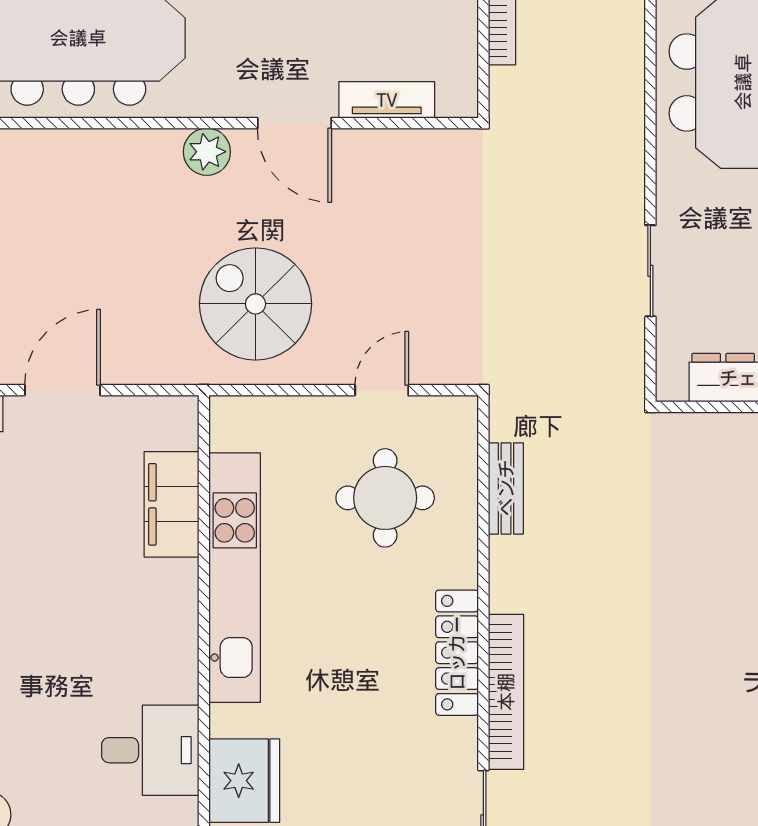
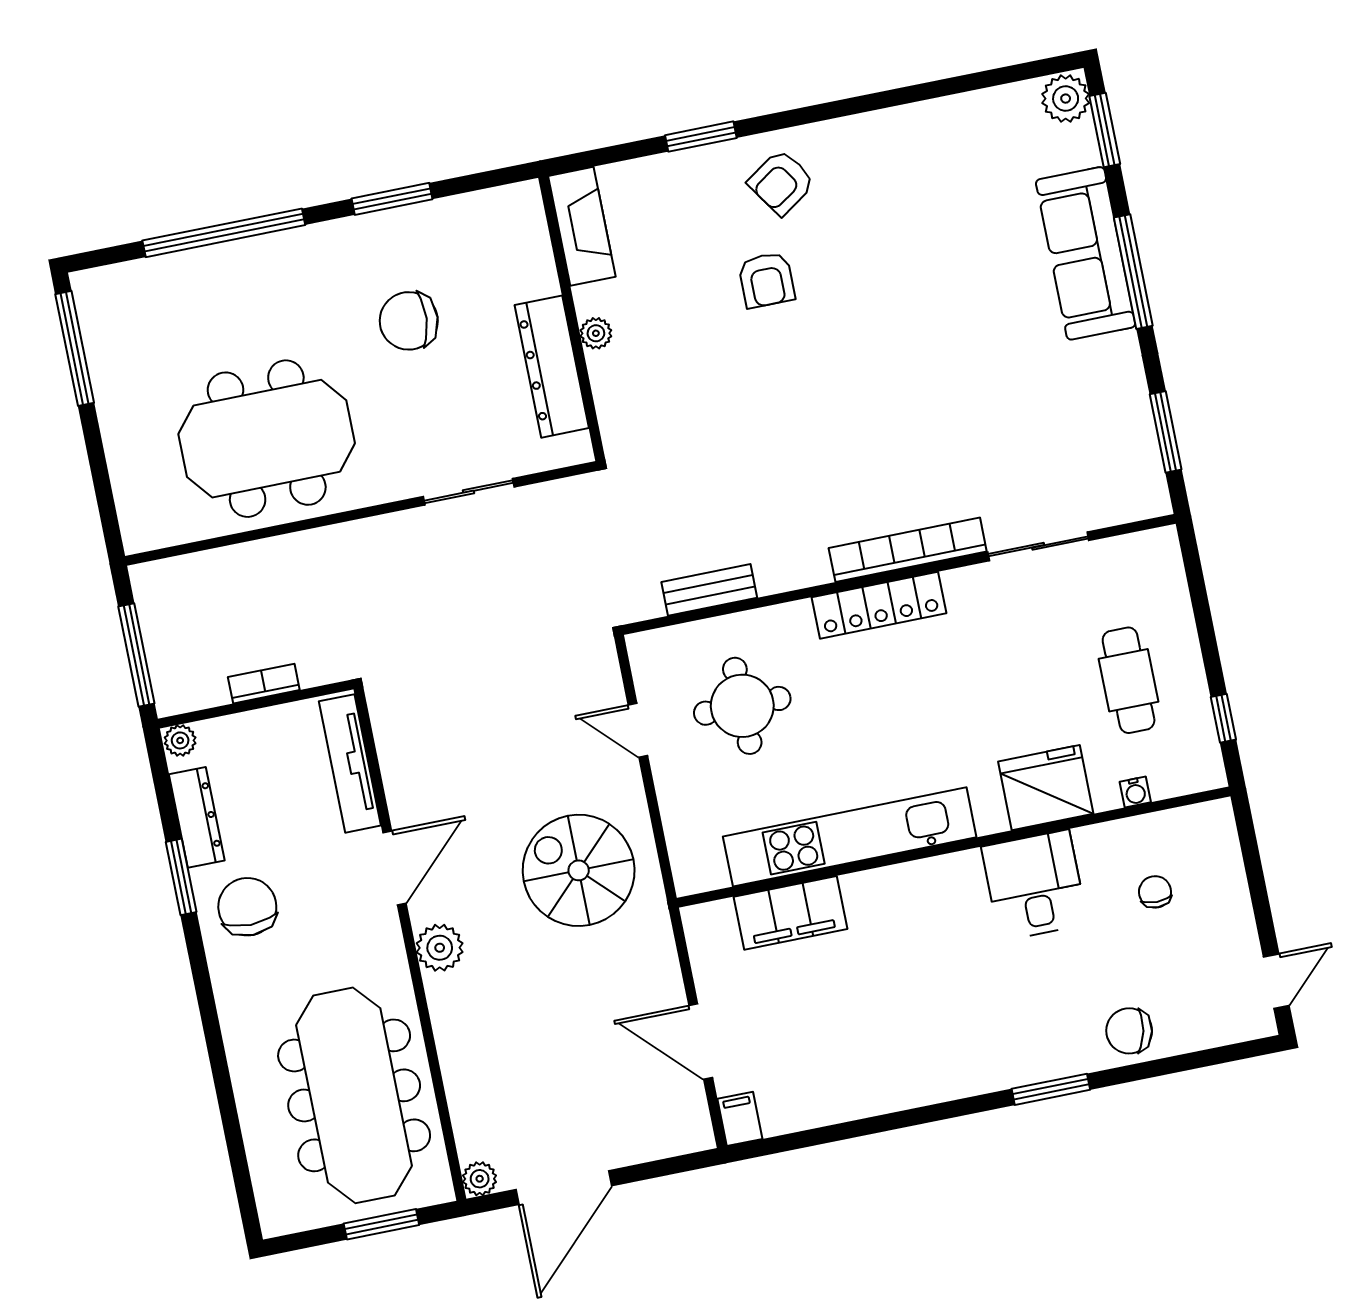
tv unit: (387, 100) -> (350, 763), width x1.41
spiral stairs: (255, 304) -> (579, 870), turned 90

